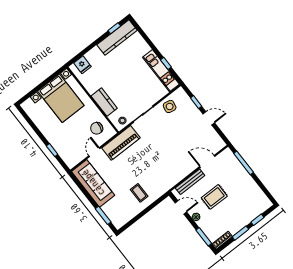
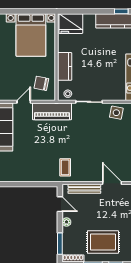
fridge: (82, 65) -> (71, 24), width x1.88, depth x1.34
coffee table: (139, 193) -> (65, 167), moved
rug: (214, 197) -> (103, 242), moved, width x1.36, depth x1.43

